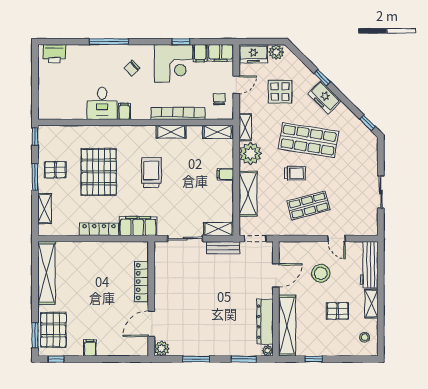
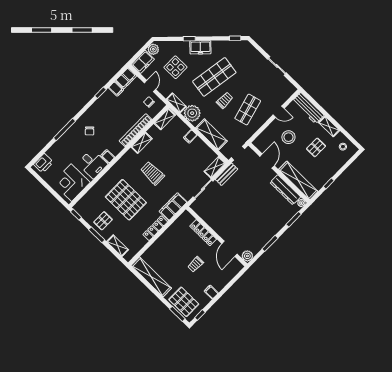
corner desk: (173, 63) -> (71, 183), moved, turned 180
trolley: (102, 305) -> (196, 264), added

